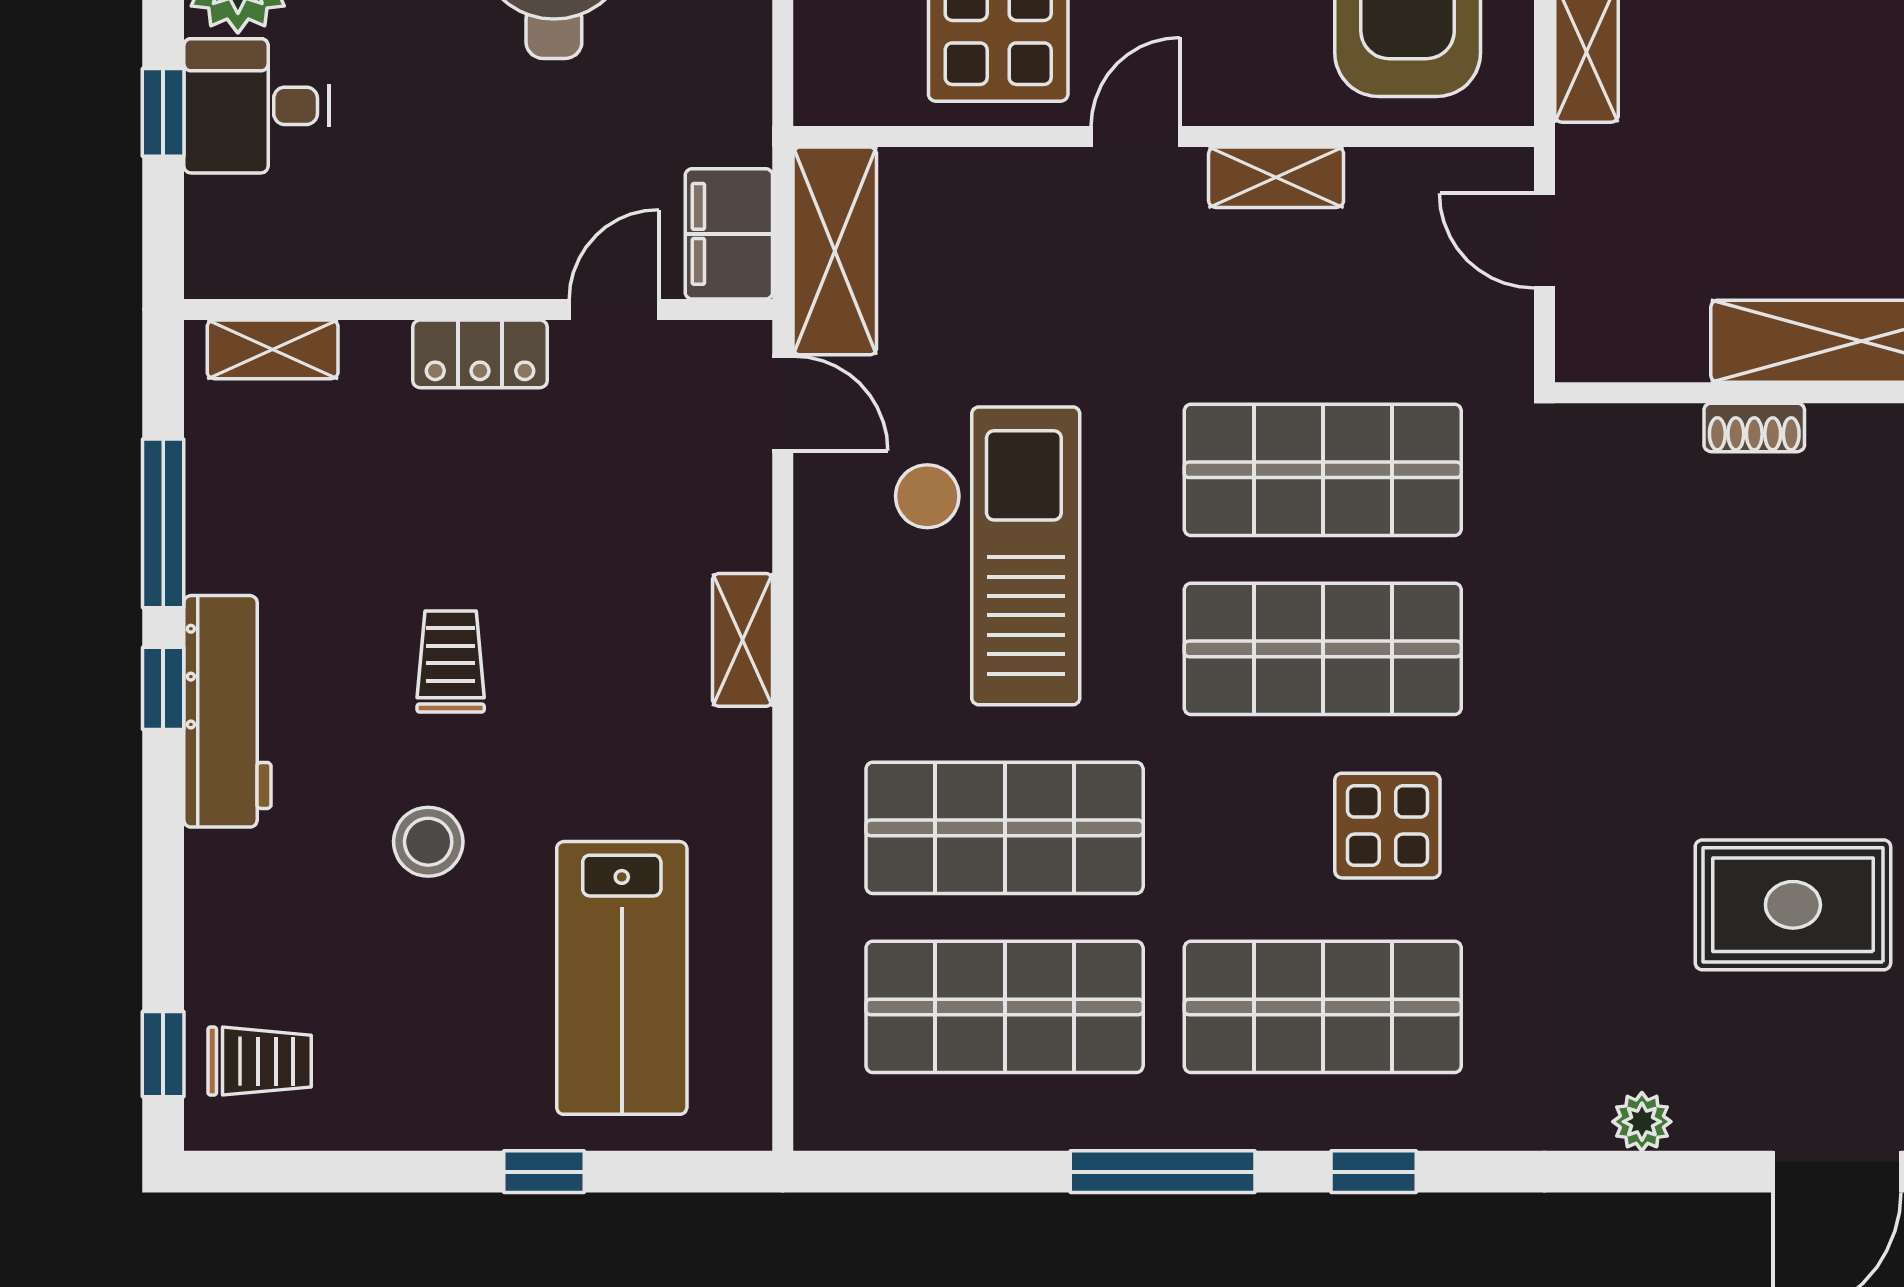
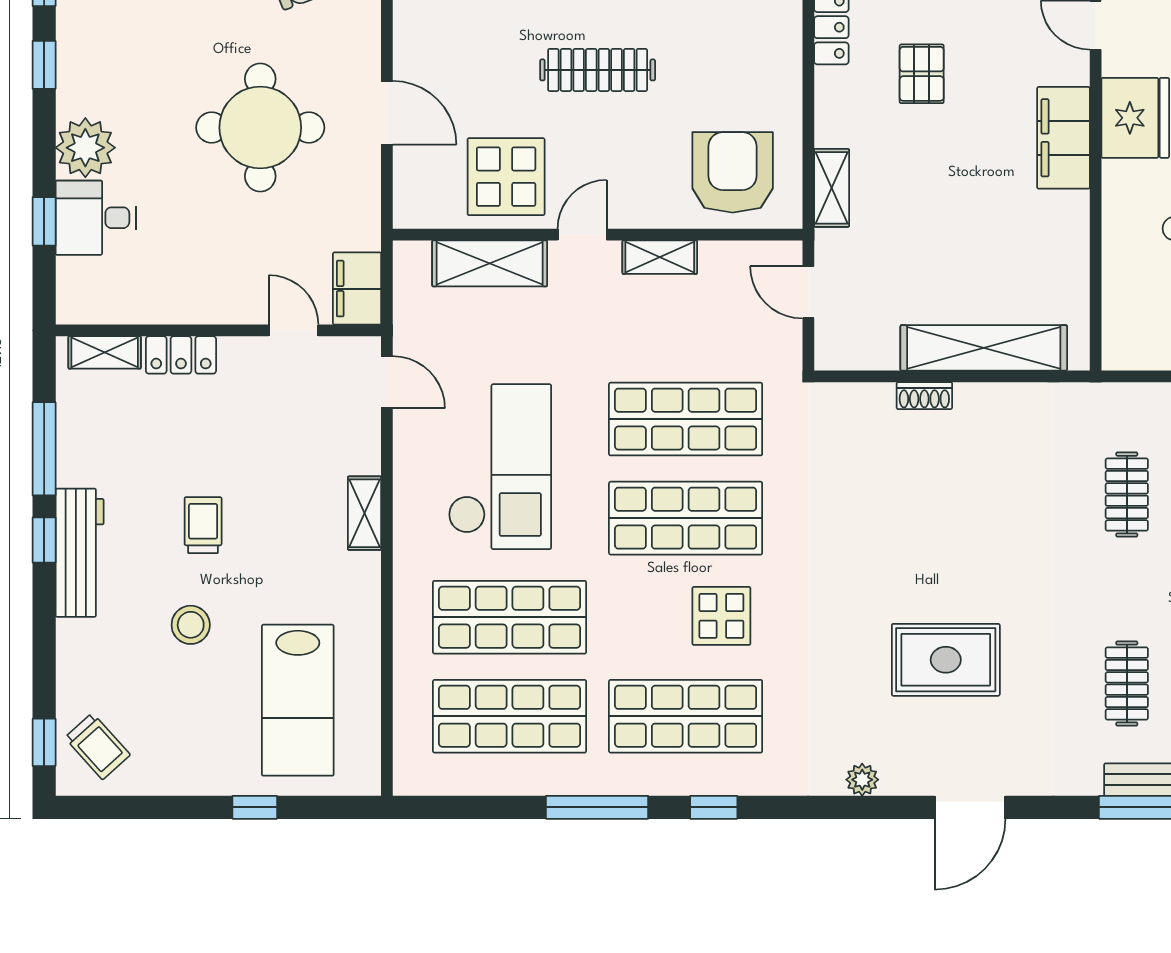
shelving: (835, 251) -> (490, 263), moved, turned 90
door: (614, 310) -> (294, 330), hinge flipped
locker: (480, 354) -> (181, 355), moved
trolley: (260, 1061) -> (97, 746), turned 48

